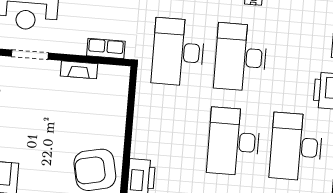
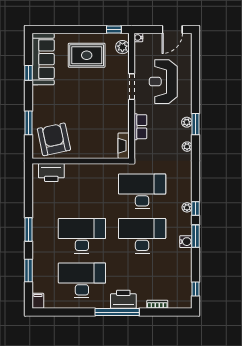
row of seats: (106, 48) -> (140, 127), moved
fireplace: (79, 70) -> (124, 146), moved

